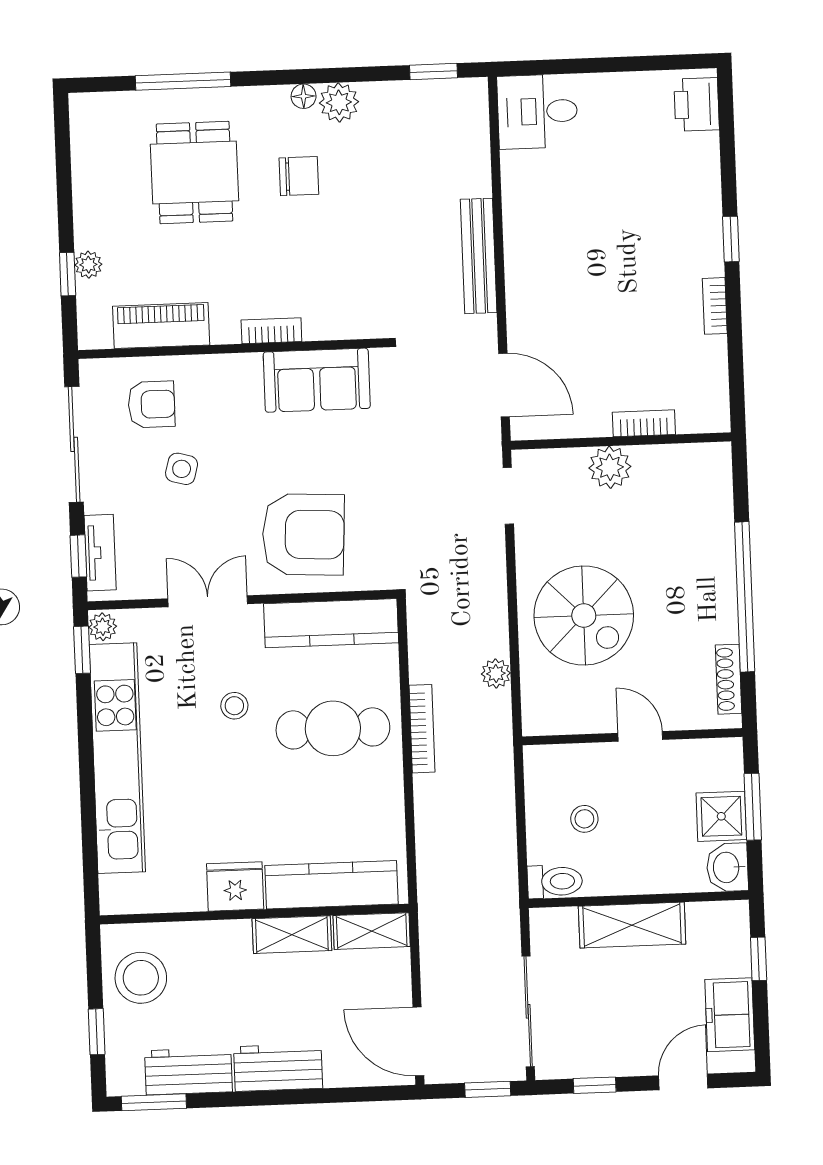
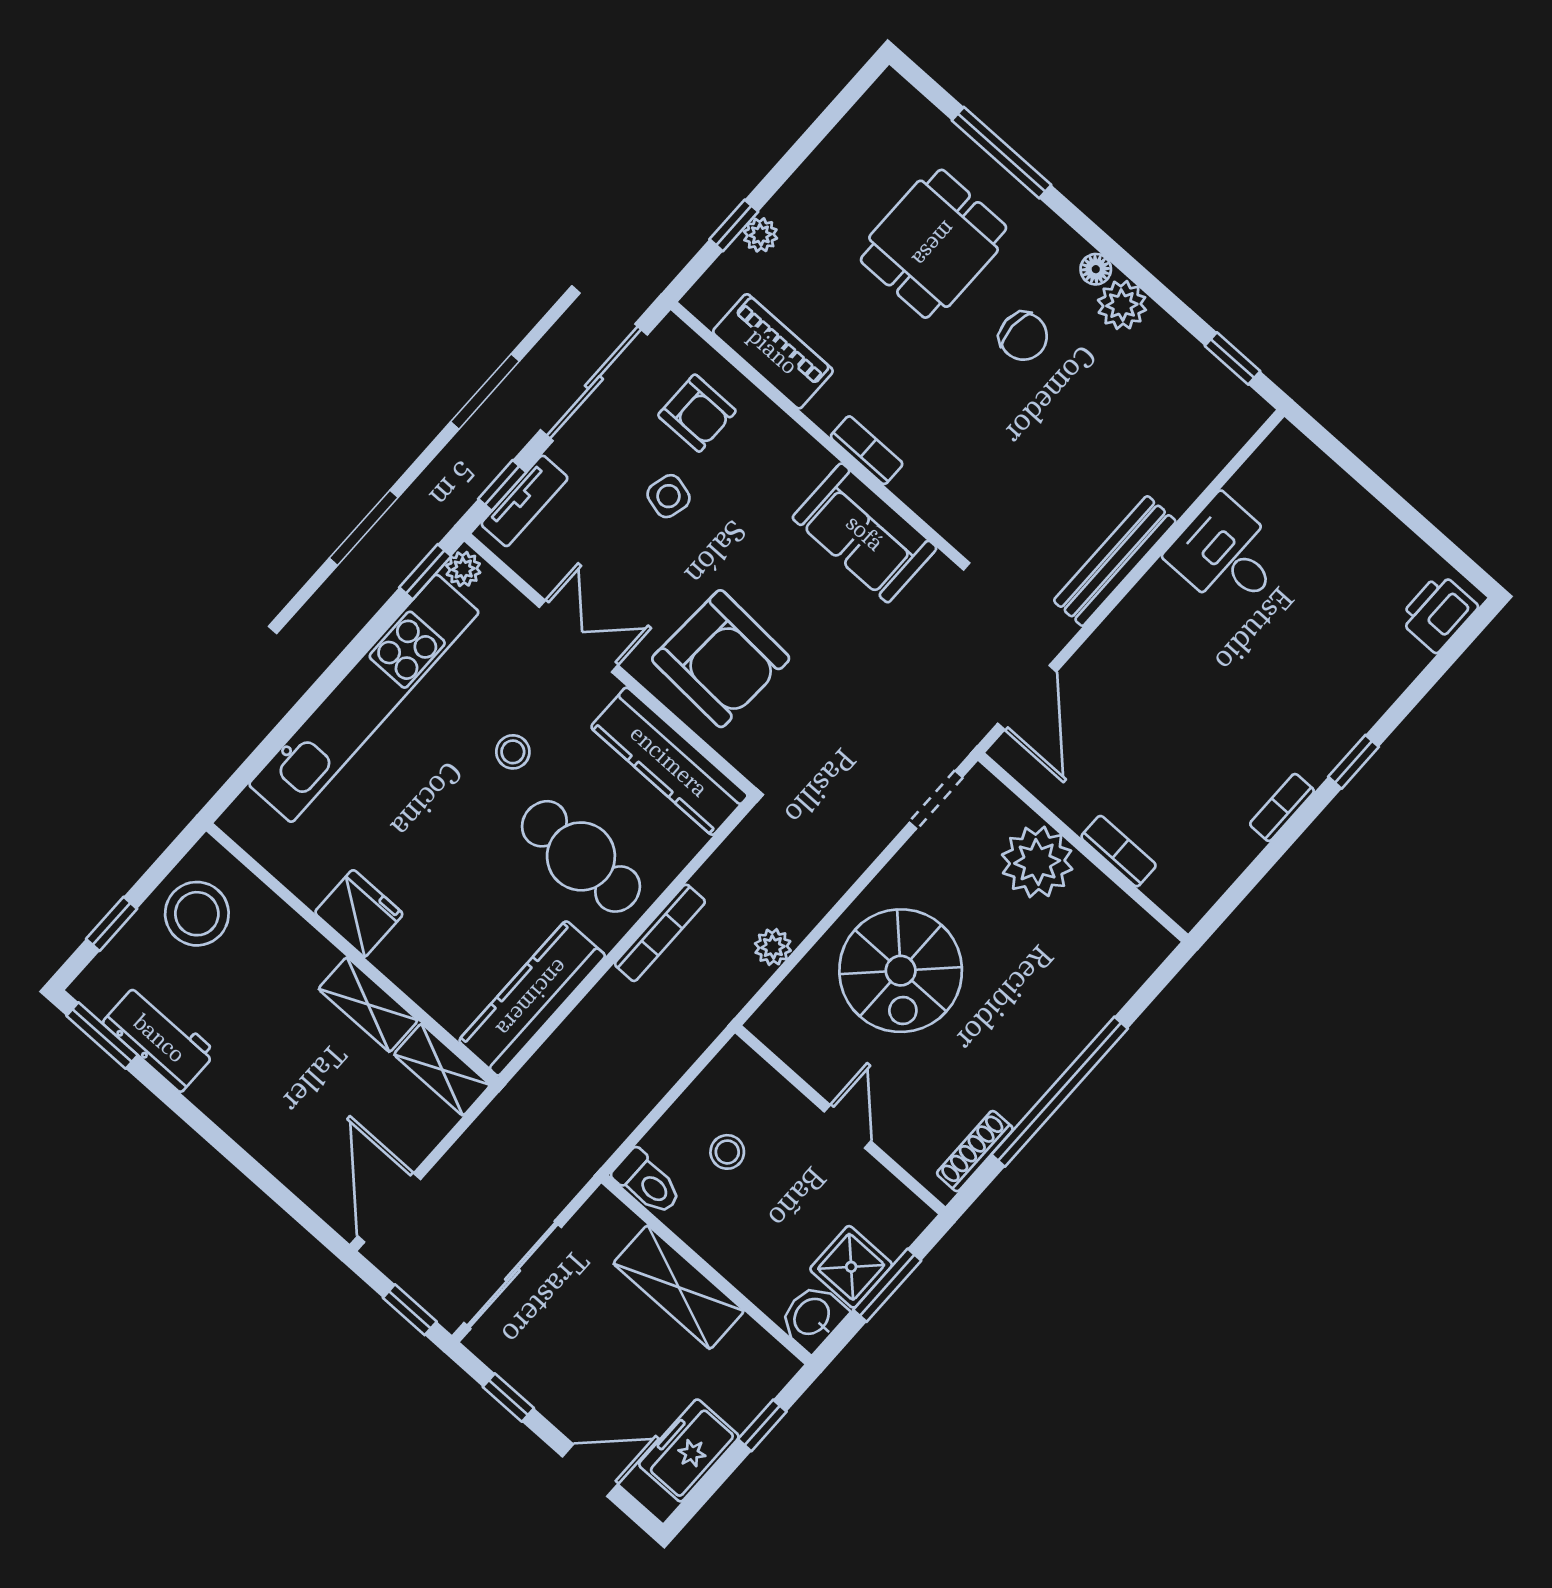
desk: (537, 111) -> (1227, 555), moved
plant: (610, 467) -> (1037, 862), width x1.36, depth x1.36
kitchen counter: (331, 885) -> (532, 998), moved, turned -90
workbench: (278, 1067) -> (242, 1111), removed

